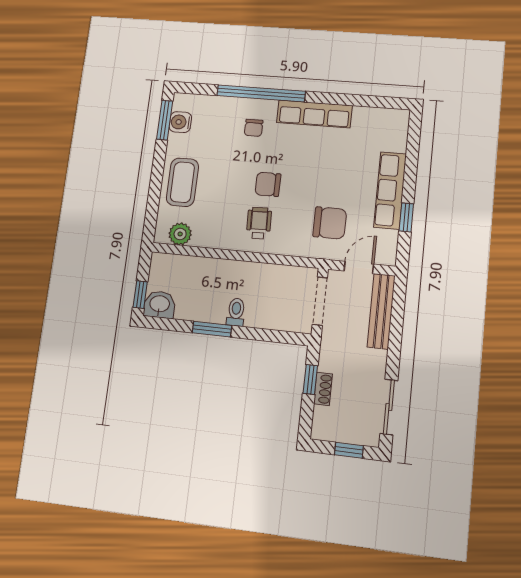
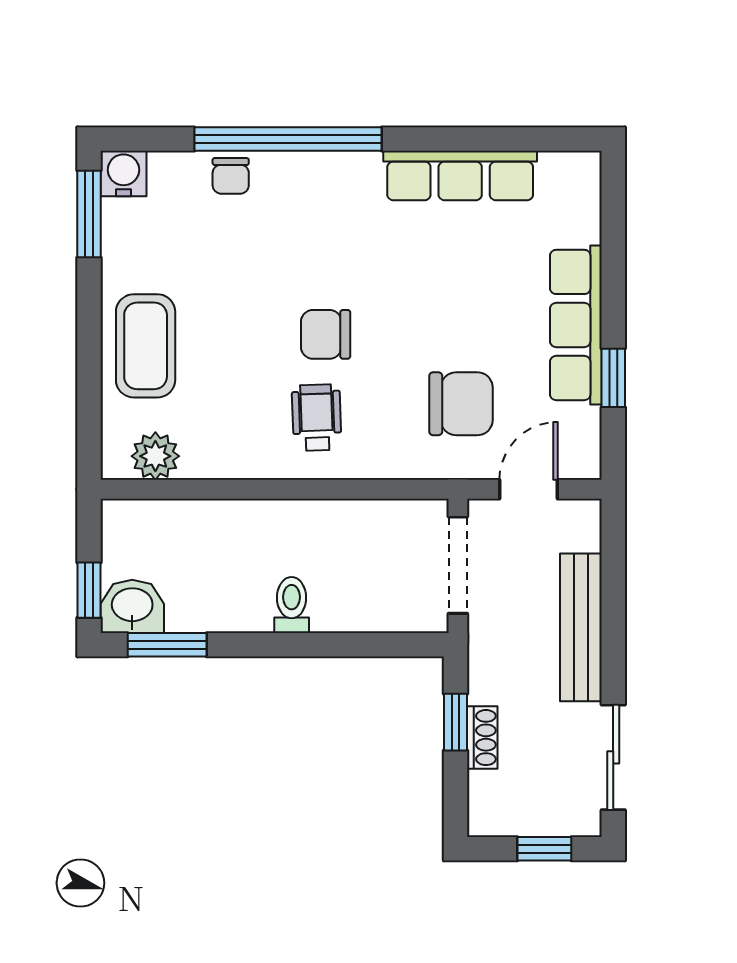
row of seats: (314, 114) -> (460, 175), moved
water cooler: (180, 122) -> (123, 173), moved, turned 90
chair: (254, 128) -> (231, 176), moved
bench: (381, 311) -> (581, 627), moved
window: (212, 329) -> (167, 645), moved

